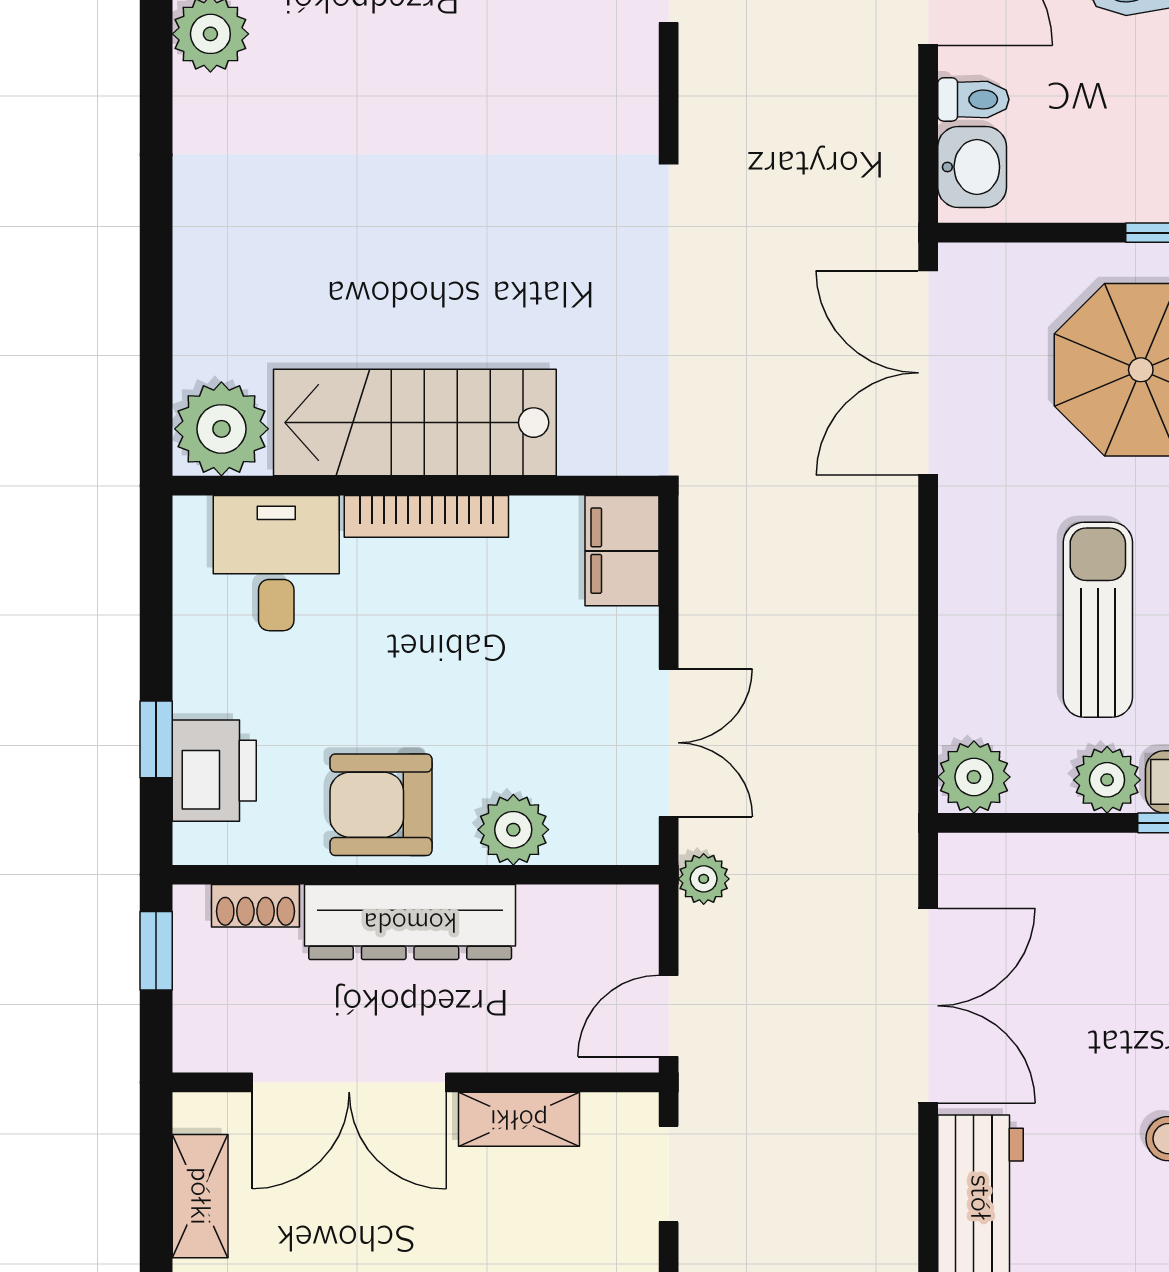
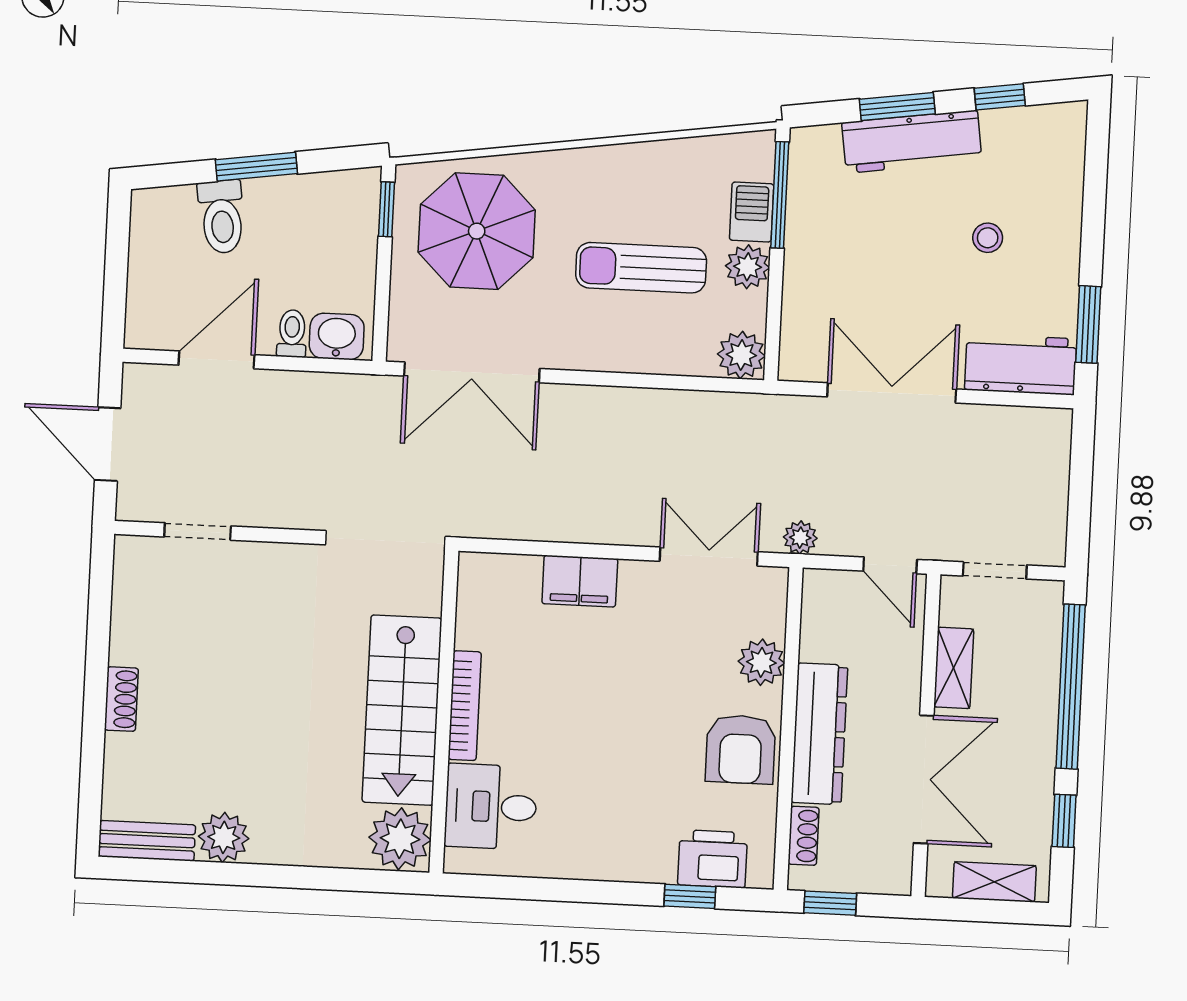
stairs: (415, 423) -> (402, 710), moved
plant: (221, 429) -> (400, 839), moved
wall: (416, 486) -> (444, 712), moved
bookcase: (426, 516) -> (465, 706), moved
desk: (276, 563) -> (491, 807), moved

